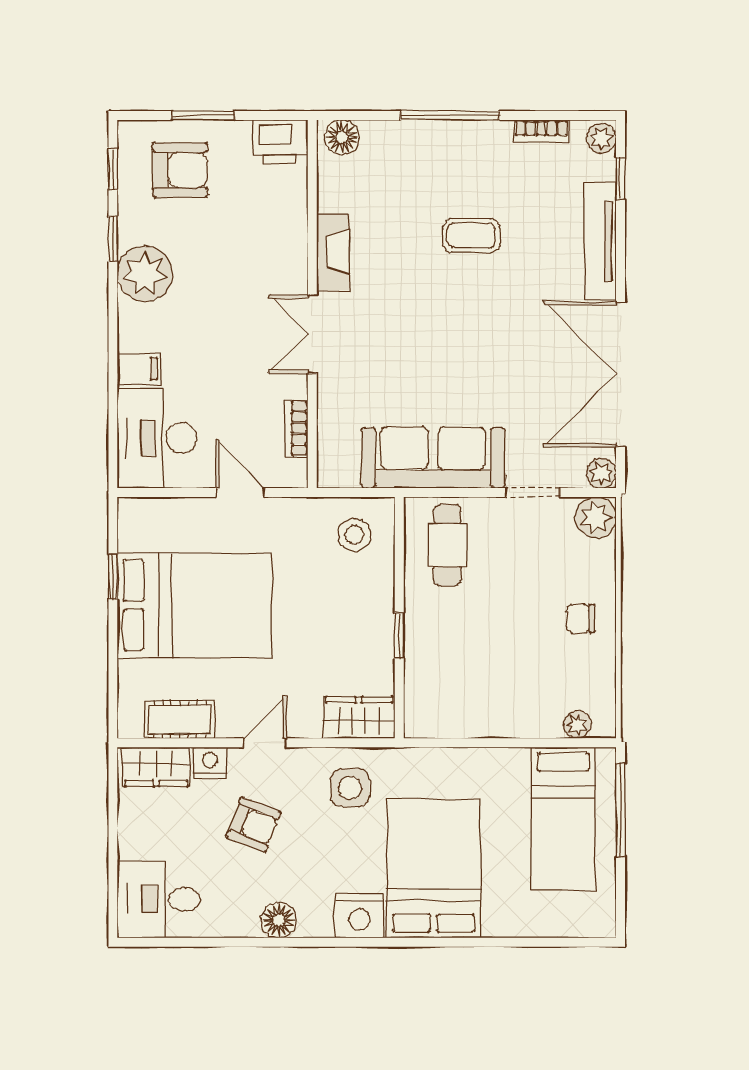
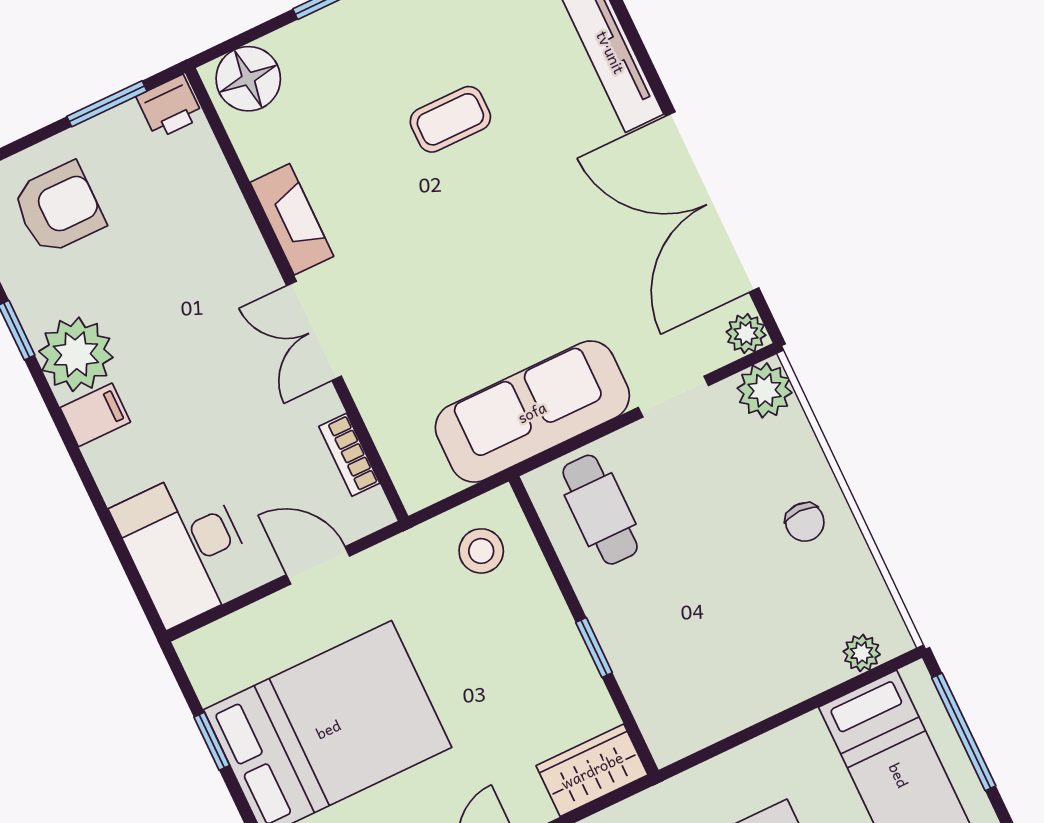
window: (203, 115) -> (107, 104), moved
floor lamp: (342, 137) -> (248, 79), width x1.38, depth x1.38
printer: (280, 142) -> (170, 107), width x0.73, depth x0.81
filing cabinet: (139, 369) -> (95, 415), moved
chair: (581, 619) -> (805, 522), turned -90

